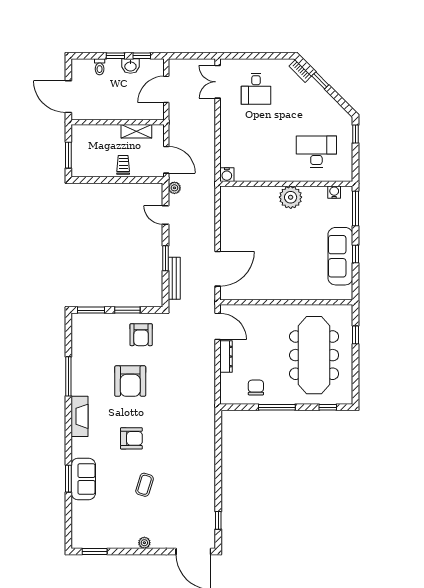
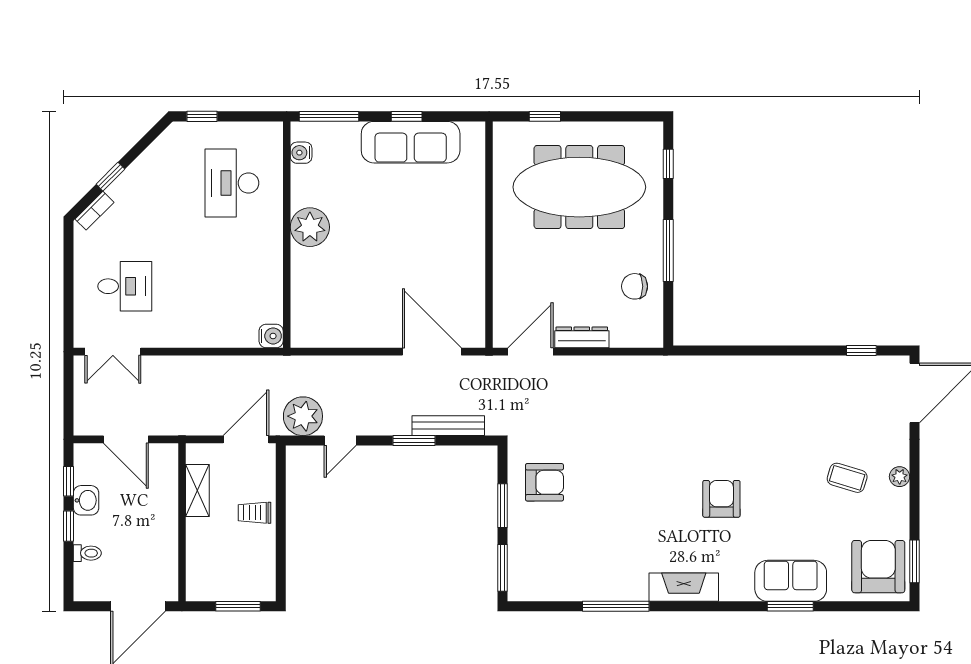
plant: (174, 188) -> (303, 416), width x1.88, depth x1.88
armchair: (130, 381) -> (878, 567), moved, turned -90
coffee table: (145, 485) -> (847, 478), moved

